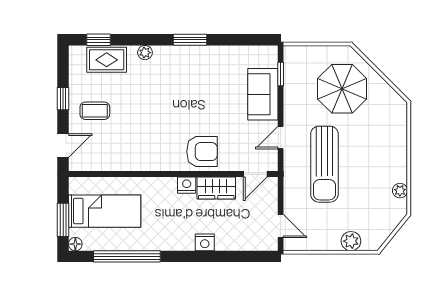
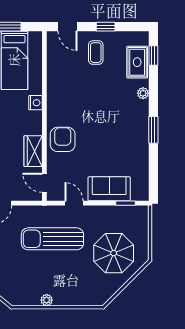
armchair: (202, 152) -> (63, 139), turned 180
nightstand: (187, 185) -> (36, 103), moved
plant: (400, 191) -> (47, 300), moved

